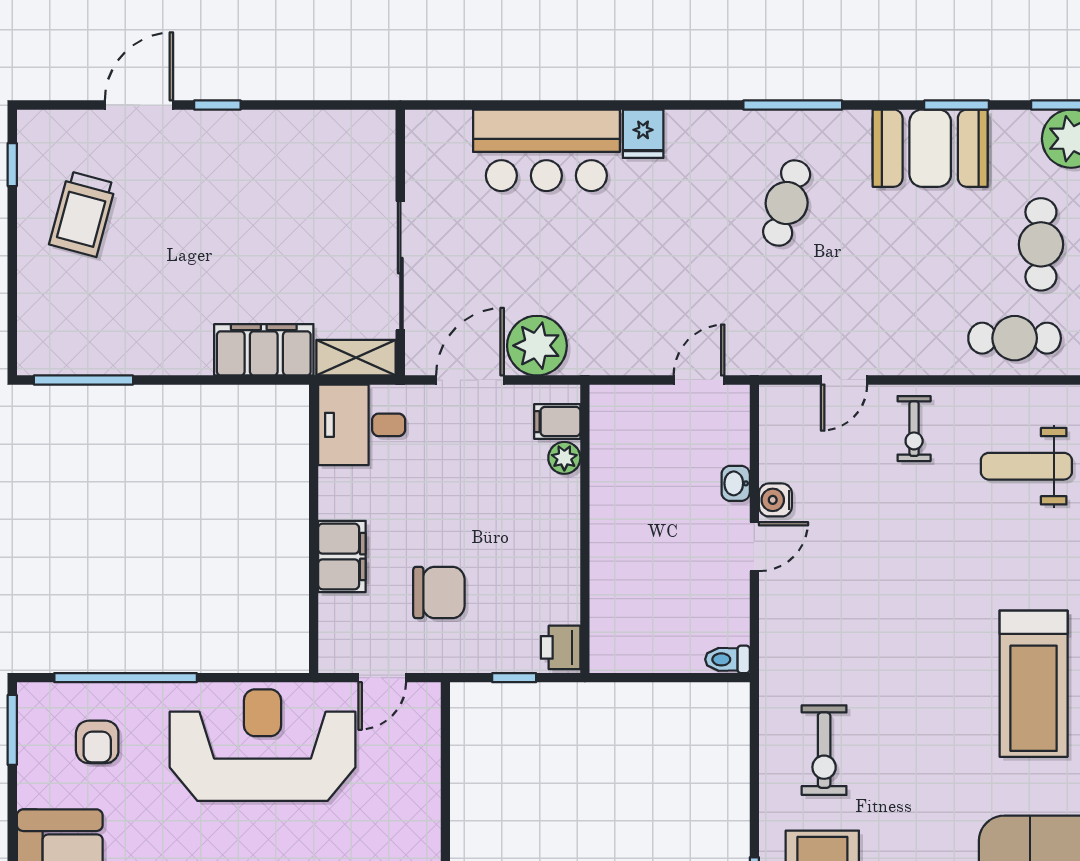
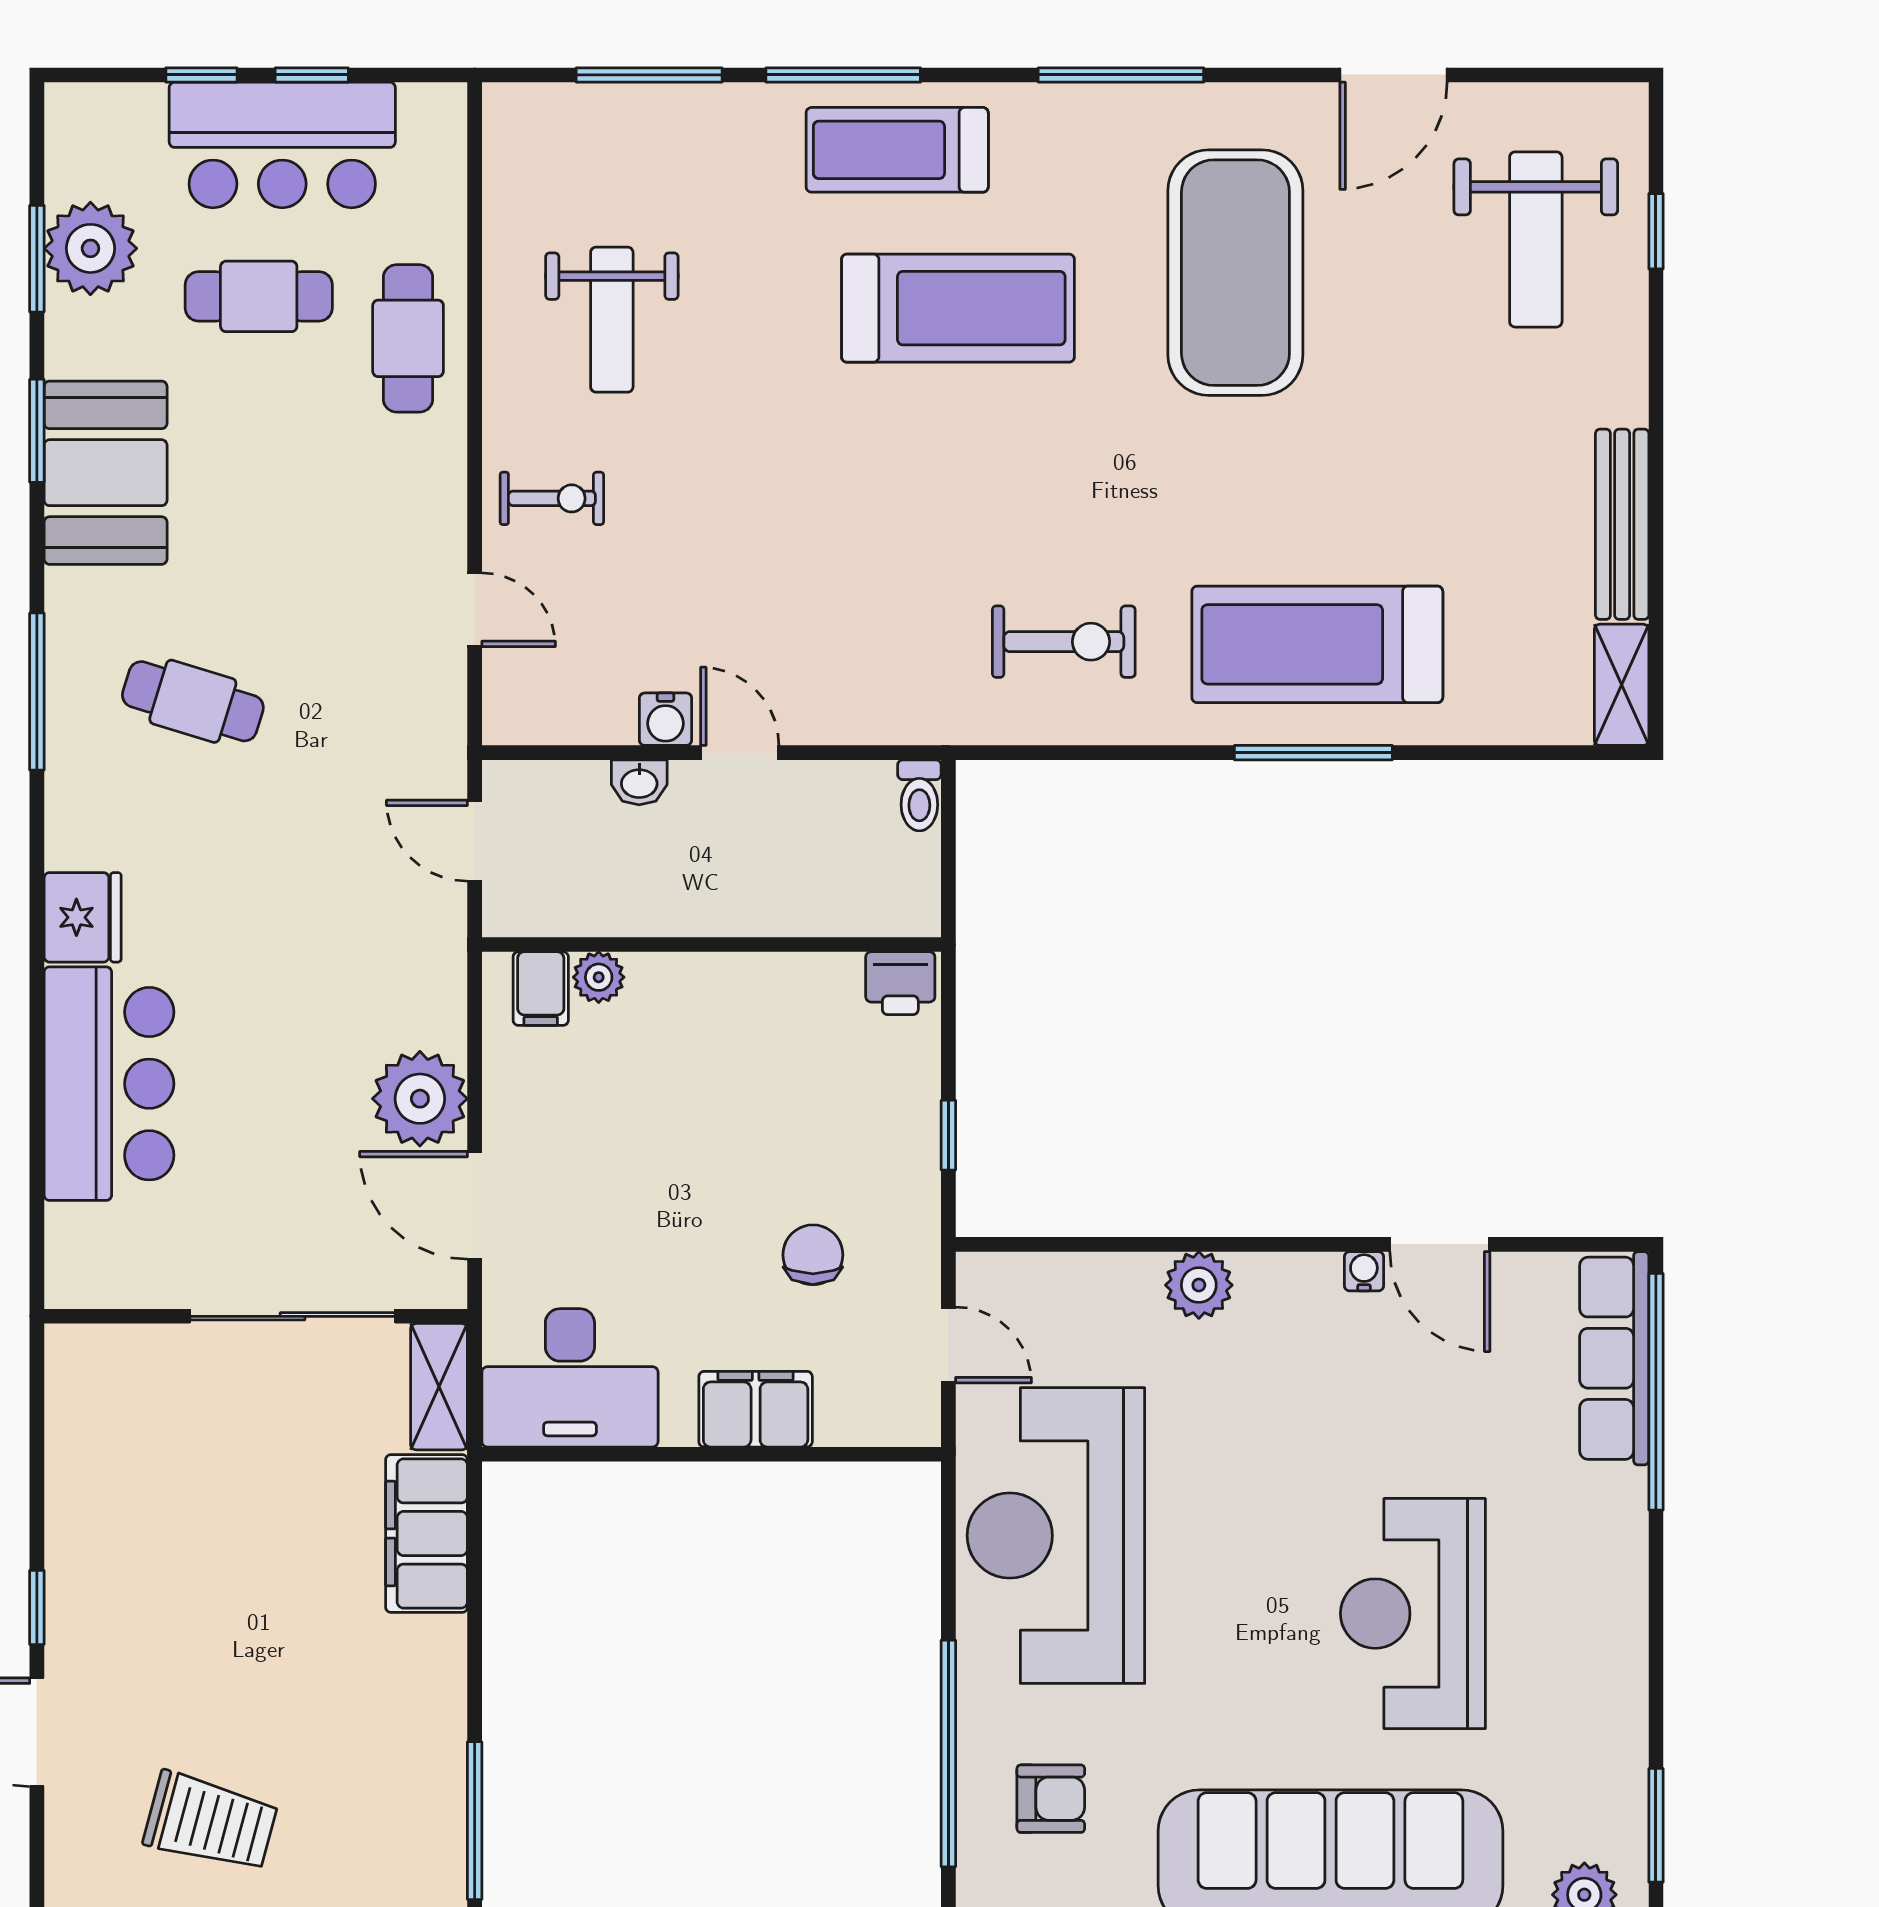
fridge: (643, 134) -> (83, 917), width x1.38
filing cabinet: (557, 422) -> (541, 989), moved
desk: (362, 425) -> (570, 1378), width x1.37
plant: (564, 458) -> (599, 977), moved
wall: (585, 529) -> (712, 944), moved
chair: (439, 592) -> (813, 1255), width x0.73, depth x0.73
printer: (561, 647) -> (900, 983), moved
plant: (420, 835) -> (1199, 1285), added

